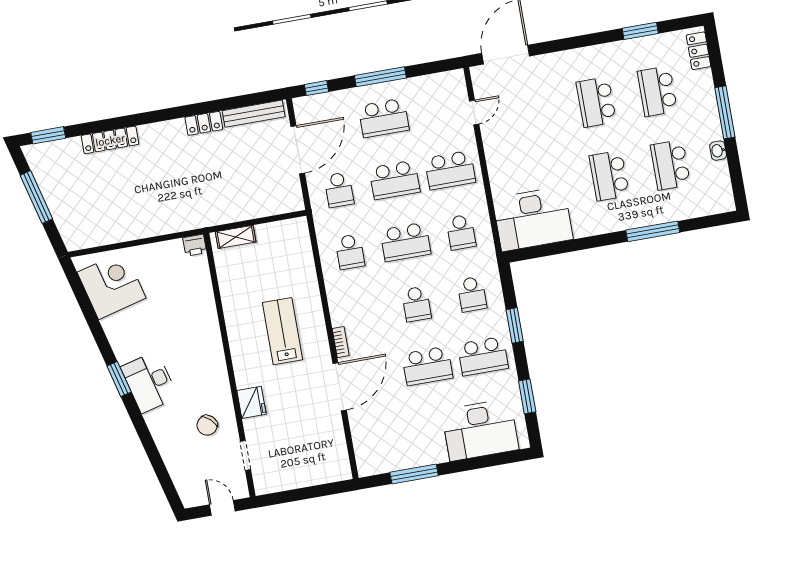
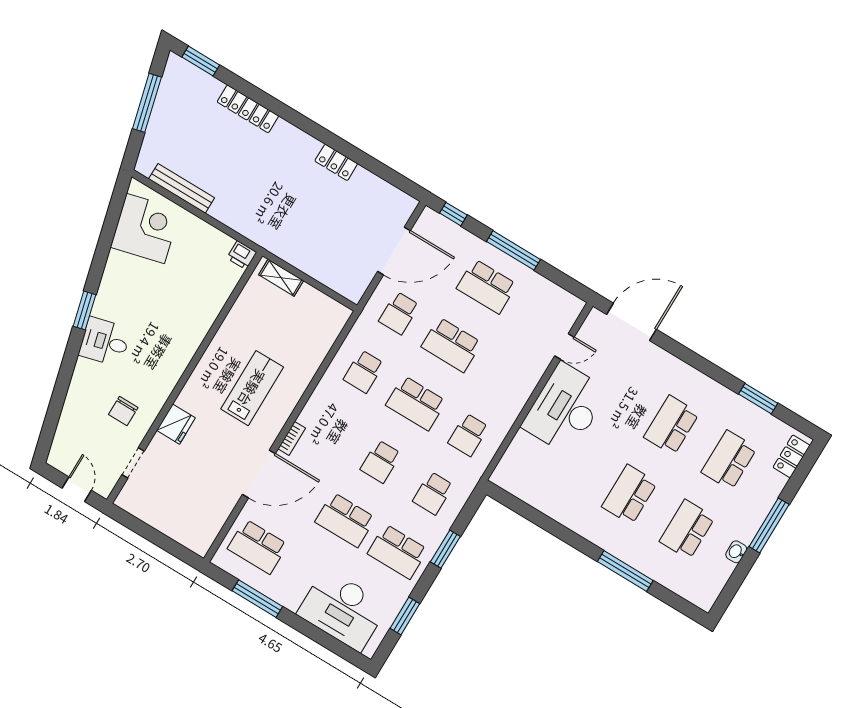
bench: (254, 114) -> (182, 188), moved
school desk: (450, 170) -> (258, 547), moved
desk: (533, 219) -> (565, 409), moved, turned 90
desk: (149, 382) -> (105, 342), width x0.73
chair: (207, 425) -> (123, 411), turned -43

